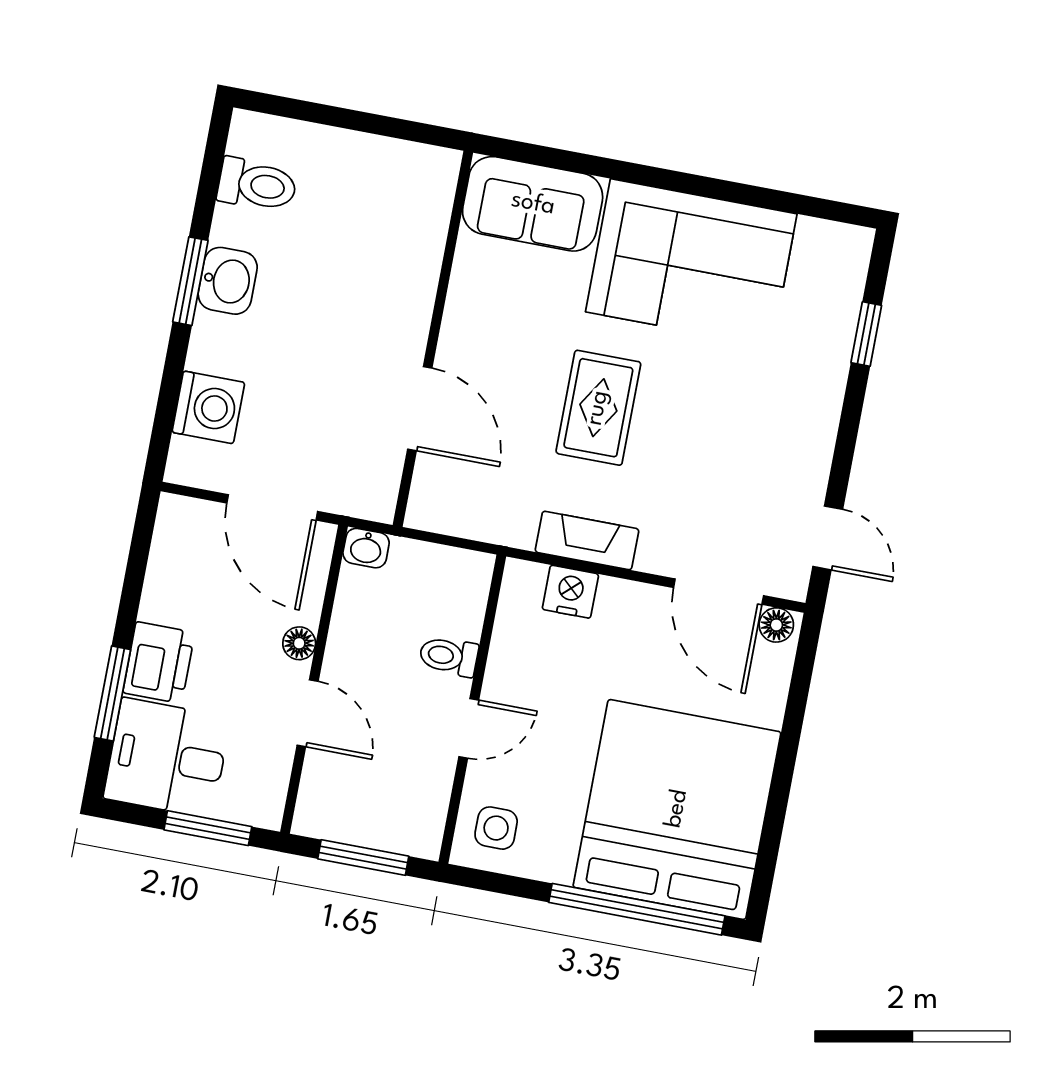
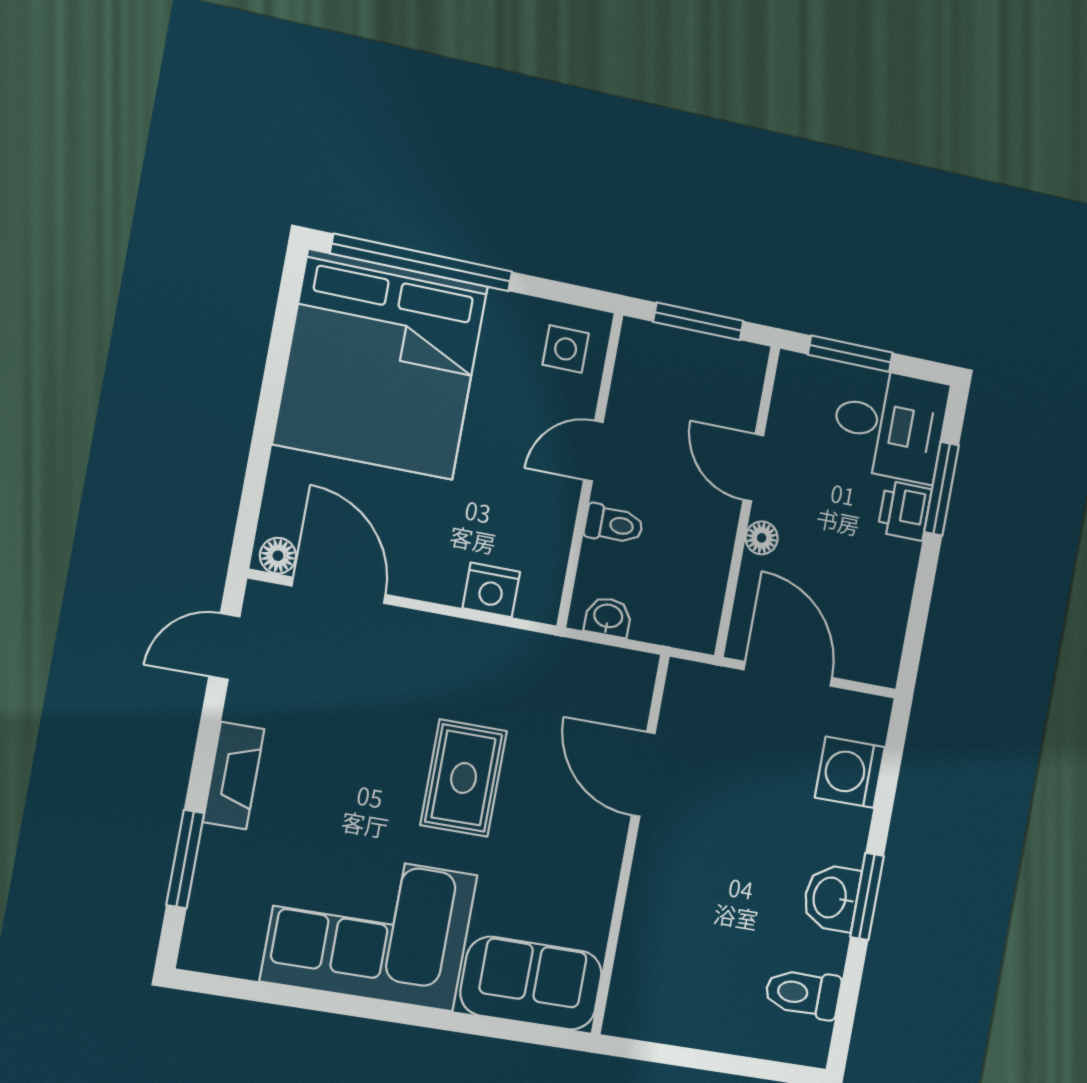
window: (866, 334) -> (185, 859), width x1.50
door: (828, 538) -> (224, 646), hinge flipped
fireplace: (587, 540) -> (234, 776), moved, turned -90
washbasin: (366, 548) -> (608, 617), moved
printer: (159, 663) -> (905, 511), width x0.73, depth x0.81

